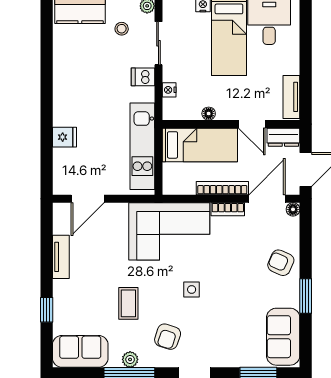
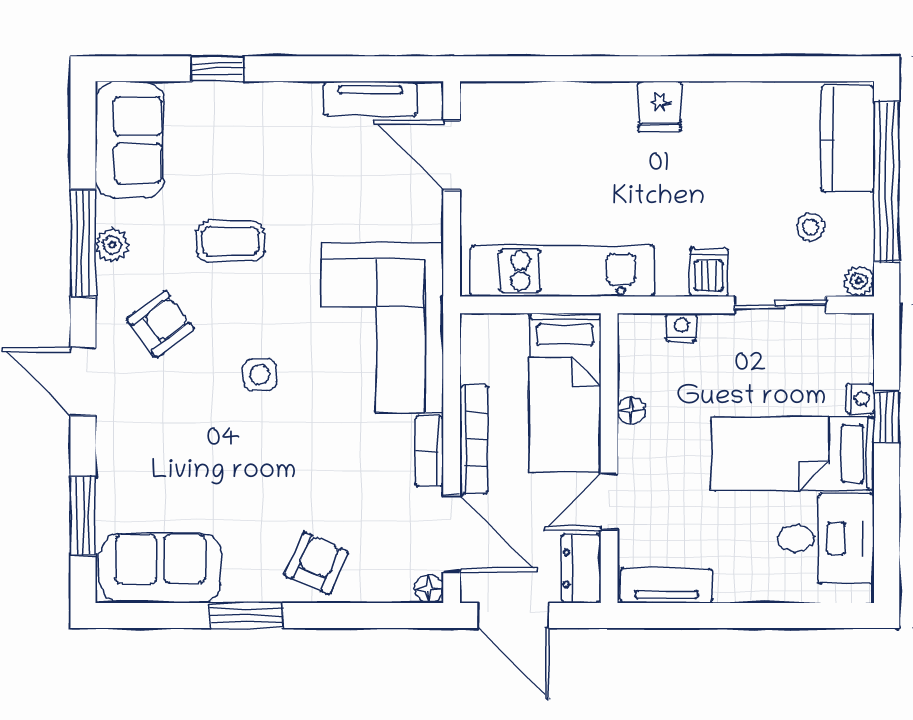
fridge: (64, 137) -> (660, 106), moved
tv unit: (61, 257) -> (370, 99), moved
armchair: (168, 337) -> (160, 324), turned 125

